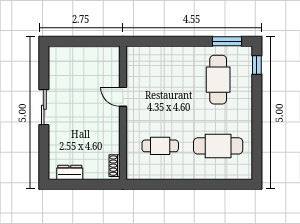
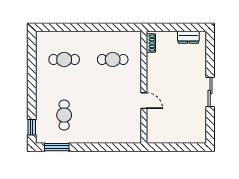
cafe table: (218, 80) -> (64, 115), width x0.73, depth x0.74
cafe table: (218, 146) -> (64, 59), width x0.73, depth x0.74

